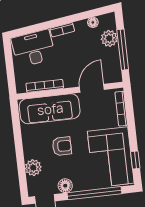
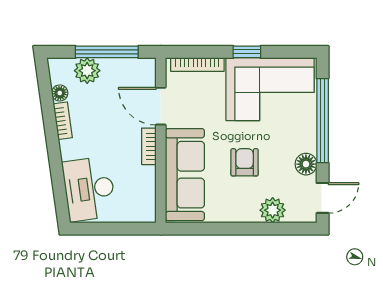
bookcase: (62, 30) -> (63, 121), moved
bookcase: (45, 86) -> (149, 146), moved, width x0.64
window: (135, 160) -> (247, 52), moved

